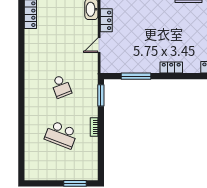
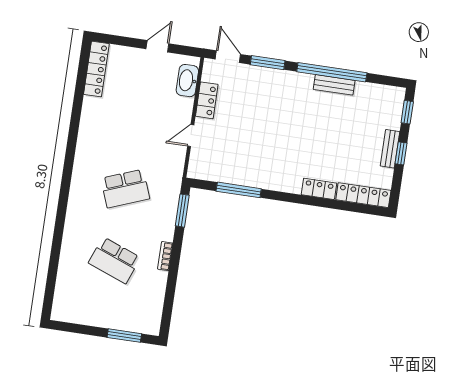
locker: (171, 68) -> (319, 189), moved
school desk: (61, 86) -> (125, 189), width x1.85

